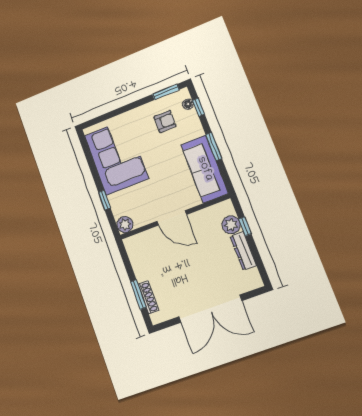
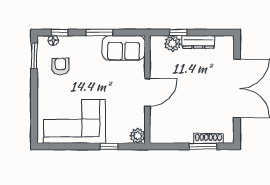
sofa: (205, 169) -> (124, 48), width x0.73

